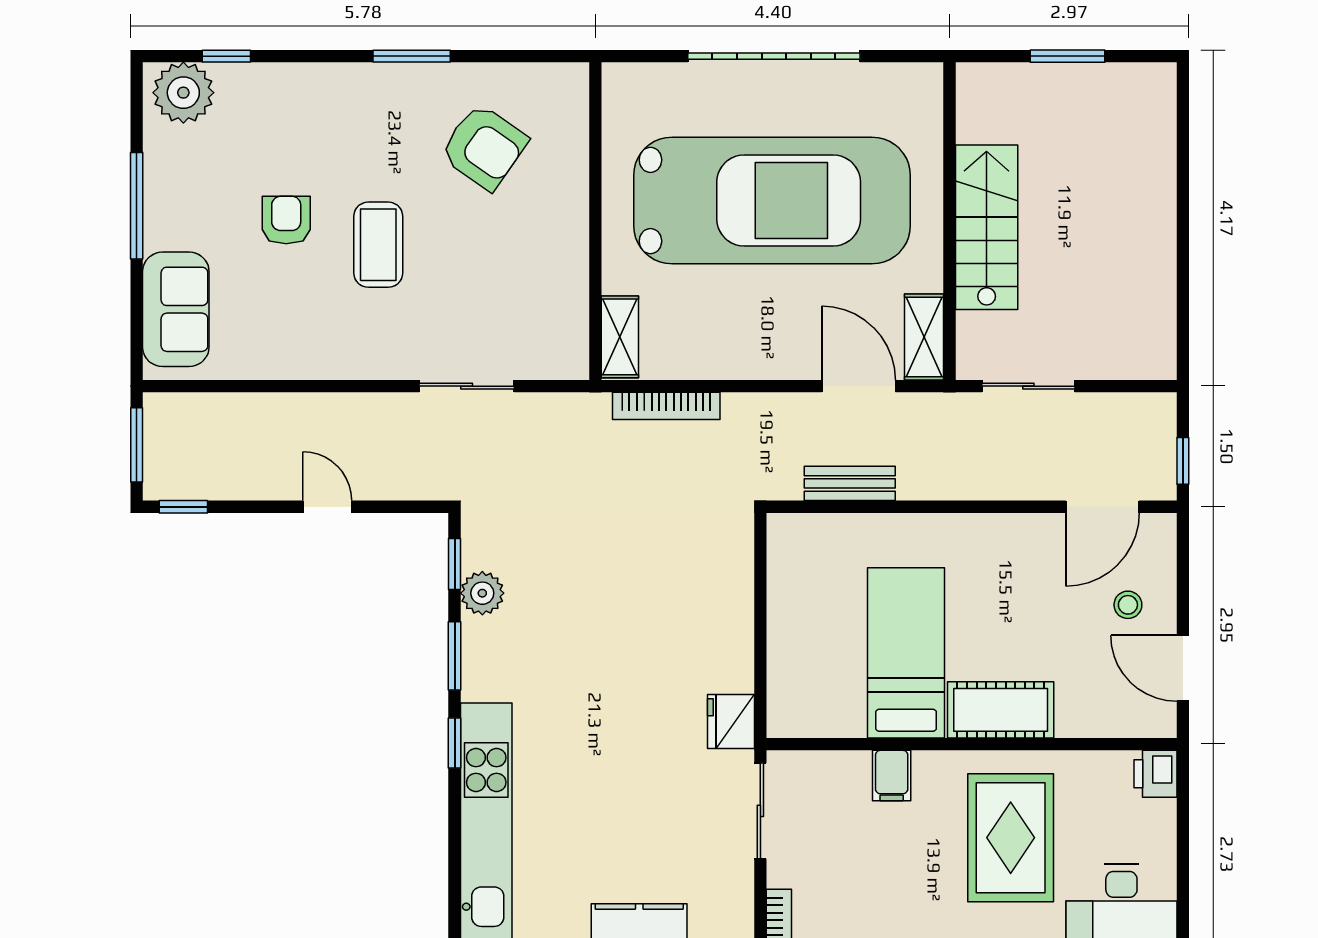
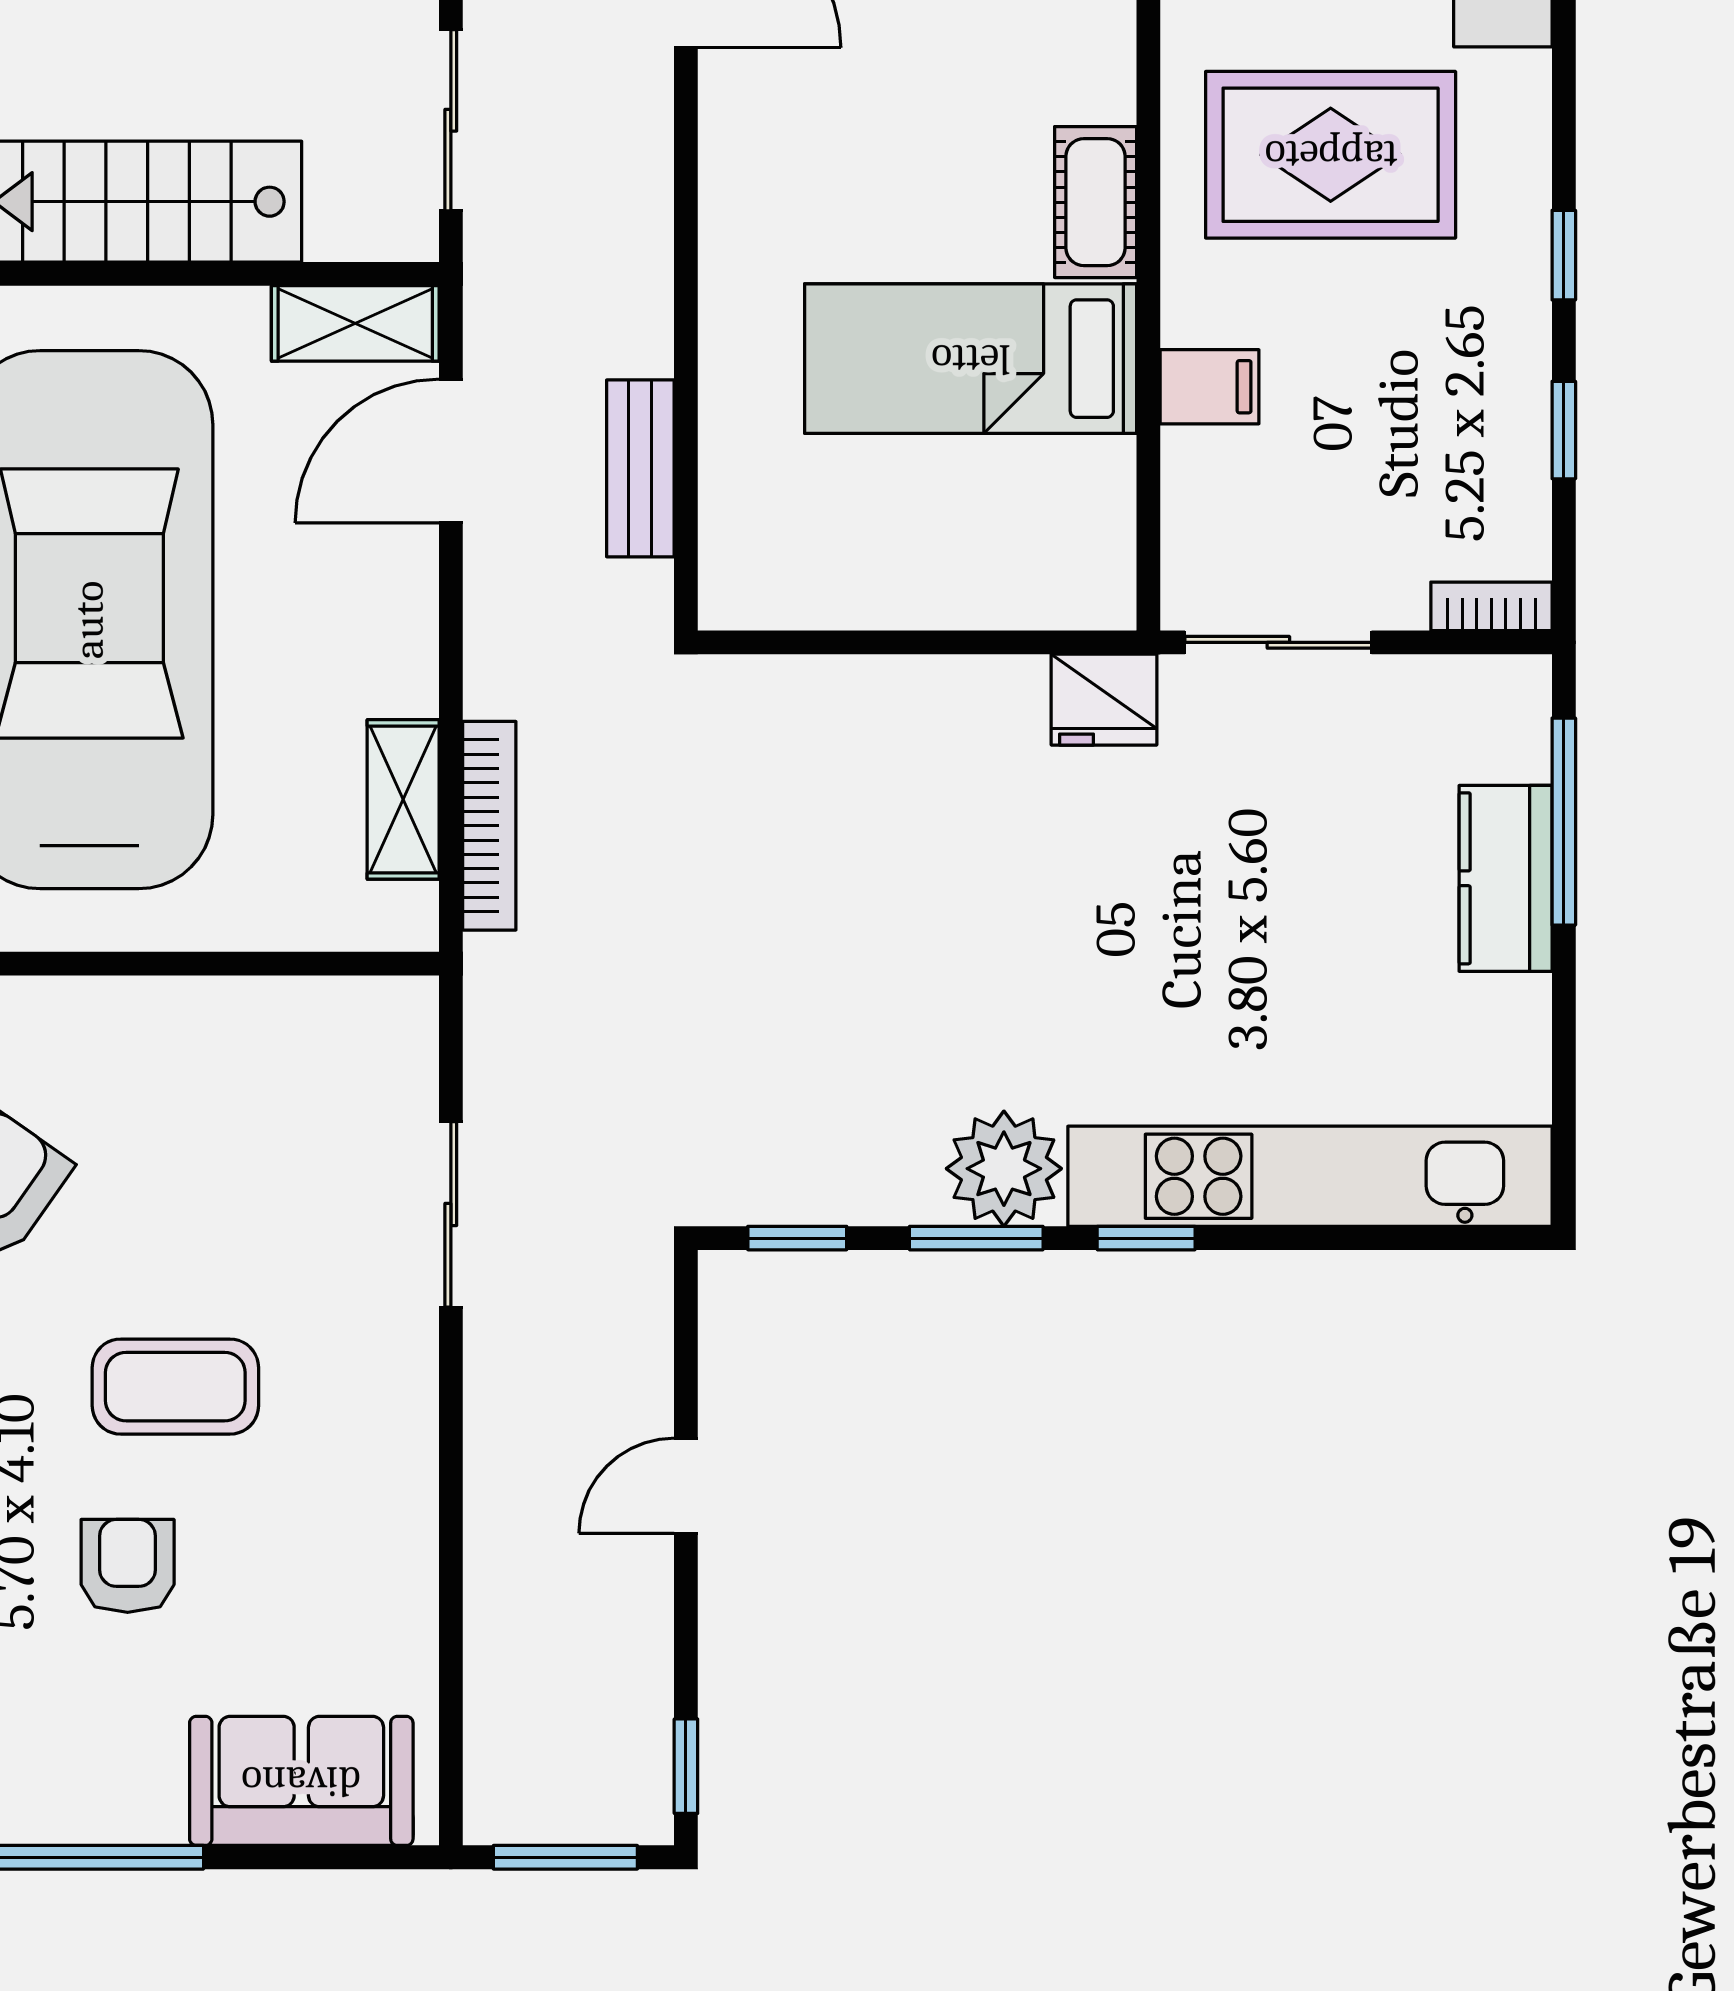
armchair: (286, 220) -> (128, 1566), turned 90
shelving: (620, 337) -> (403, 799), moved, turned 90
plant: (482, 593) -> (1004, 1169), moved, width x1.36, depth x1.36
cot: (1001, 710) -> (1096, 202), width x0.73, depth x0.75

